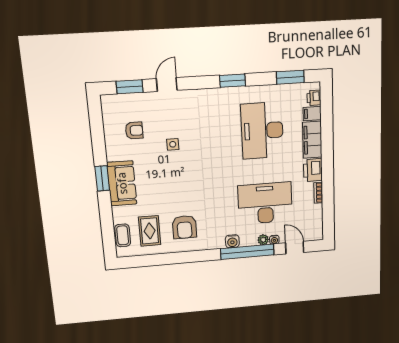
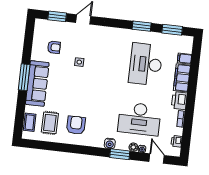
window: (233, 81) -> (142, 26), moved
printer: (314, 98) -> (177, 141), moved
window: (102, 178) -> (24, 77), width x1.44
sofa: (122, 183) -> (37, 83), width x1.36
desk: (265, 203) -> (139, 119), turned 180
armchair: (184, 227) -> (76, 125), turned 180
window: (247, 252) -> (120, 154), width x0.47

